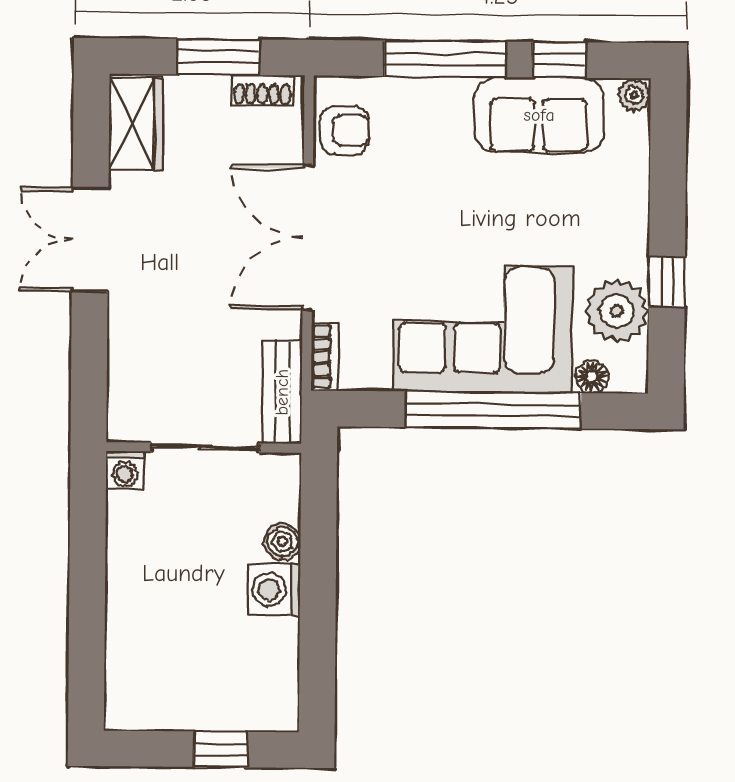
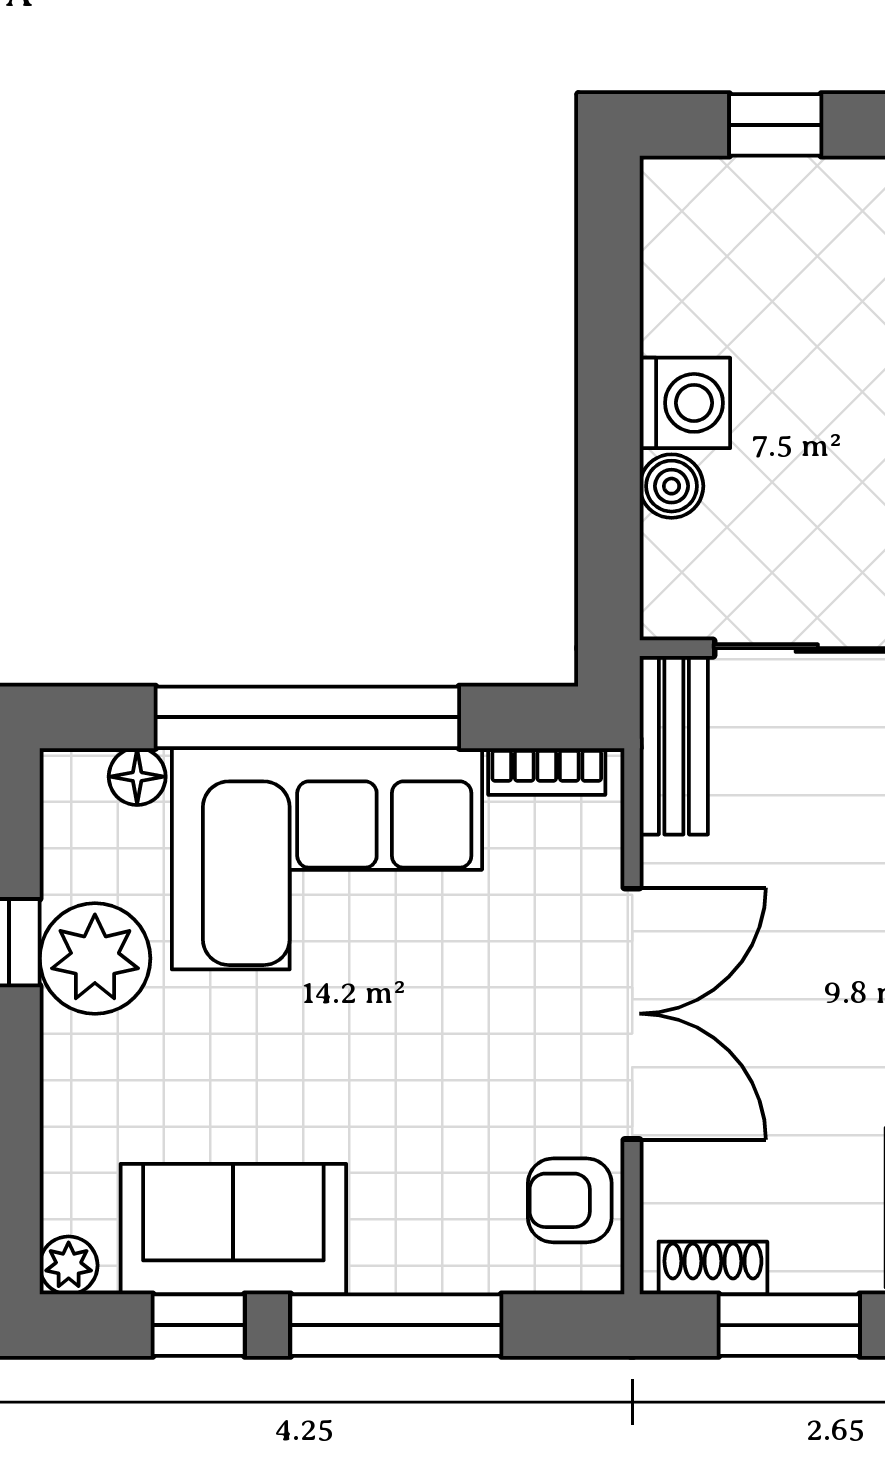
plant: (617, 311) -> (95, 958), moved
bookcase: (325, 357) -> (547, 772), moved, turned -90

